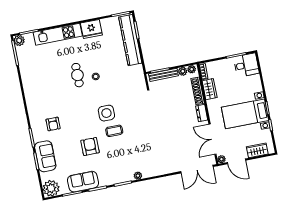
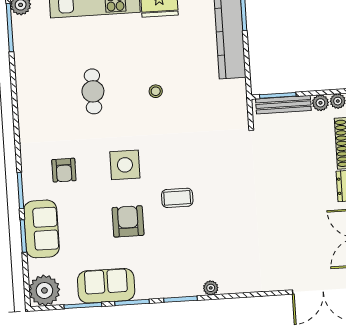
cafe table: (77, 75) -> (93, 91), moved
side table: (106, 113) -> (125, 165), moved

